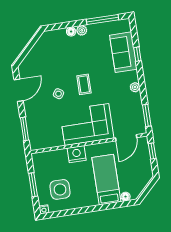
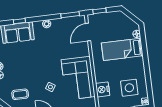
coffee table: (84, 84) -> (20, 94), moved
corner sofa: (87, 125) -> (78, 78), moved
door: (126, 138) -> (88, 32), swing flipped
nightstand: (77, 154) -> (103, 89), moved

